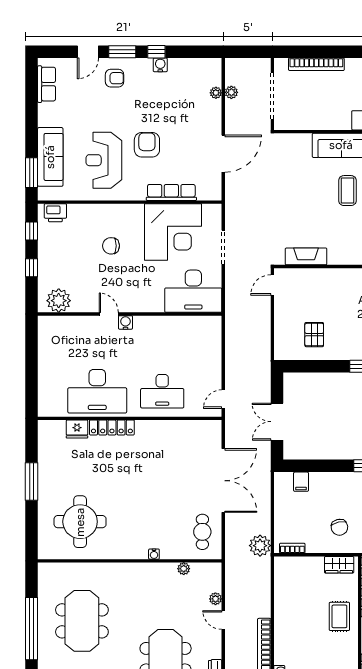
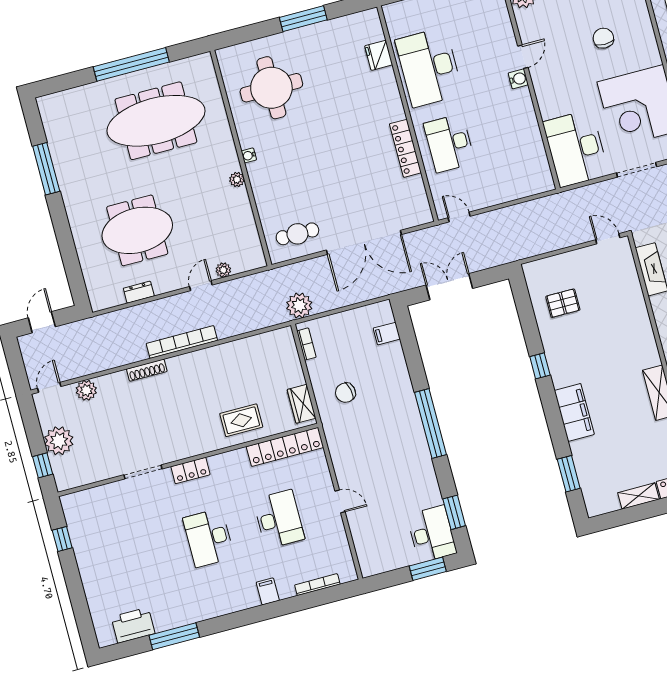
locker: (112, 427) -> (405, 148), moved
water cooler: (154, 554) -> (249, 155), moved
plant: (184, 569) -> (237, 179), moved
meeting table: (82, 621) -> (156, 121), width x1.36

